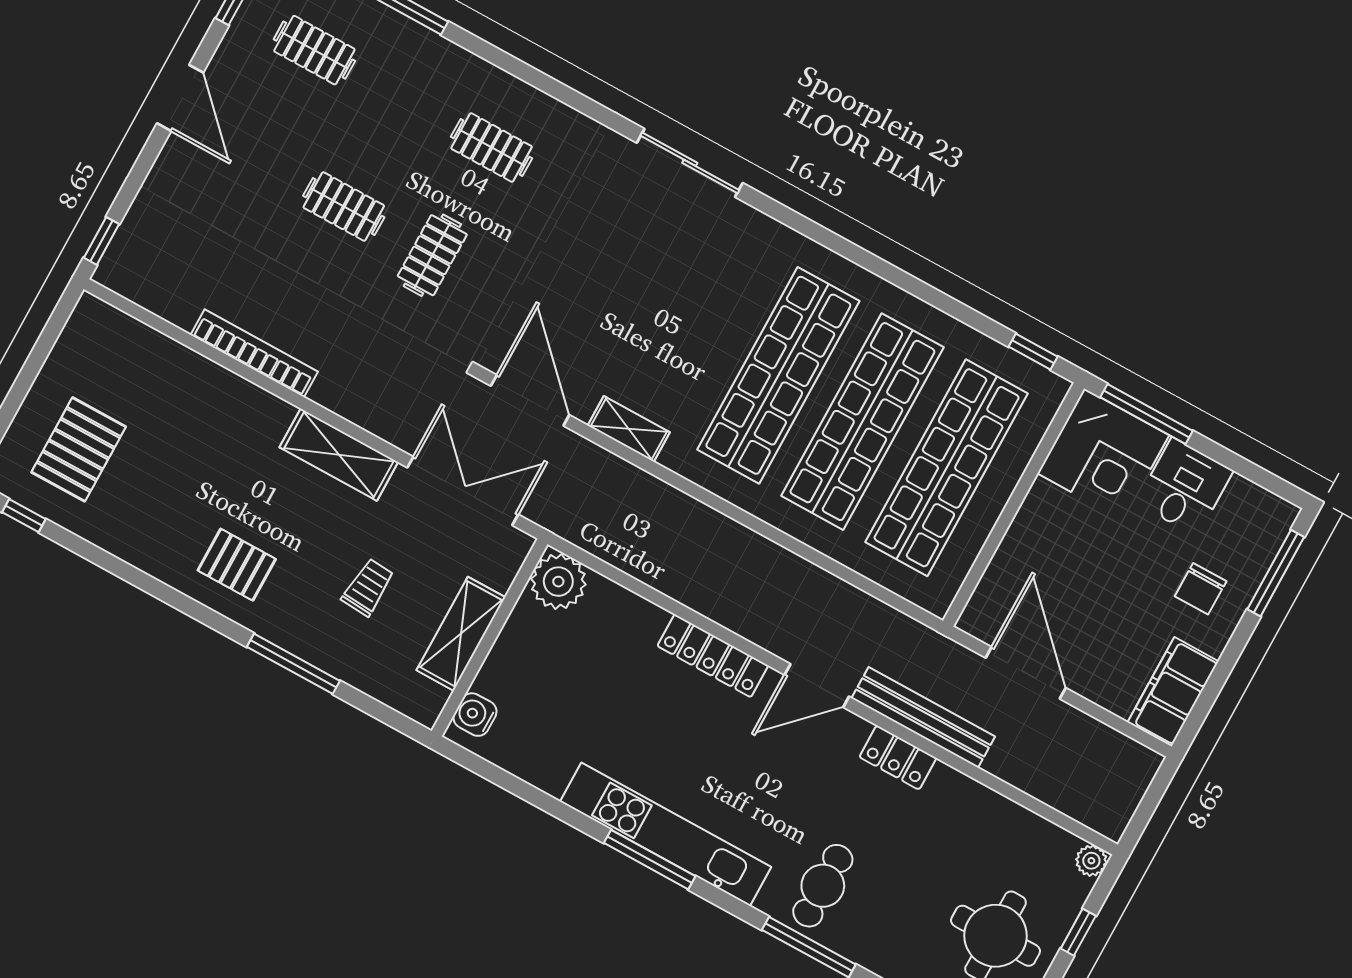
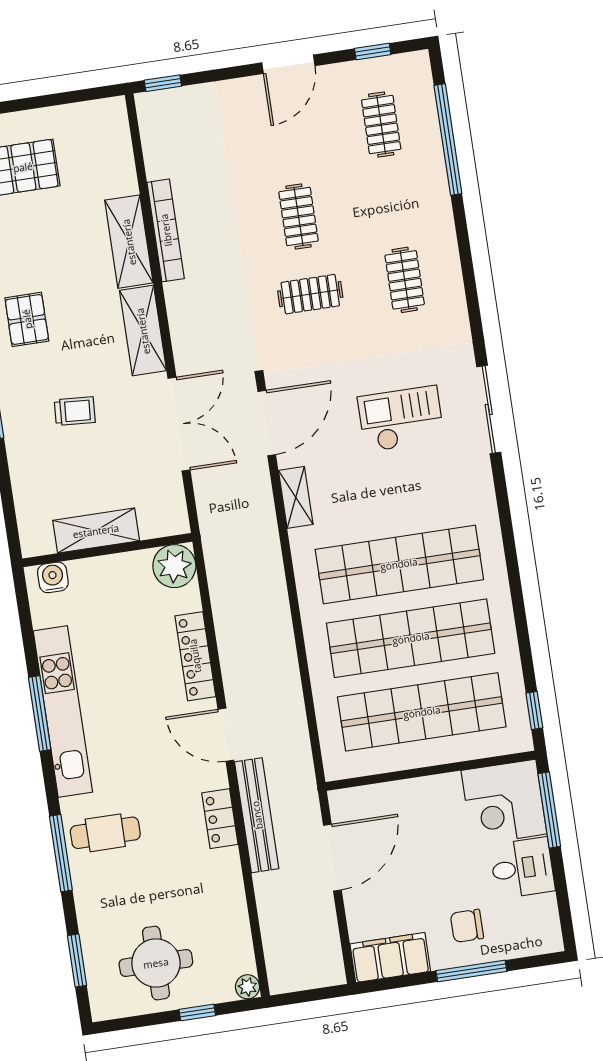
checkout: (631, 260) -> (401, 419), added
shelving: (237, 399) -> (129, 242), added
window: (1276, 573) -> (471, 971), moved
plant: (558, 582) -> (174, 566), moved
shelving: (461, 634) -> (96, 531), moved
wall: (490, 638) -> (107, 550), moved
water cooler: (475, 715) -> (53, 577), moved

